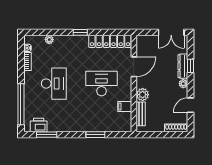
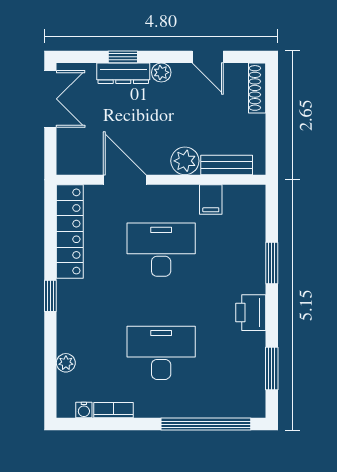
desk: (101, 84) -> (161, 250), turned 90
printer: (39, 125) -> (251, 313), moved

